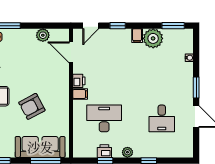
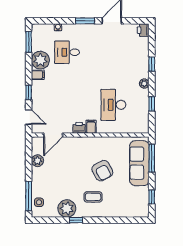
desk: (162, 118) -> (67, 52), moved, turned 180
printer: (104, 151) -> (143, 30), moved

